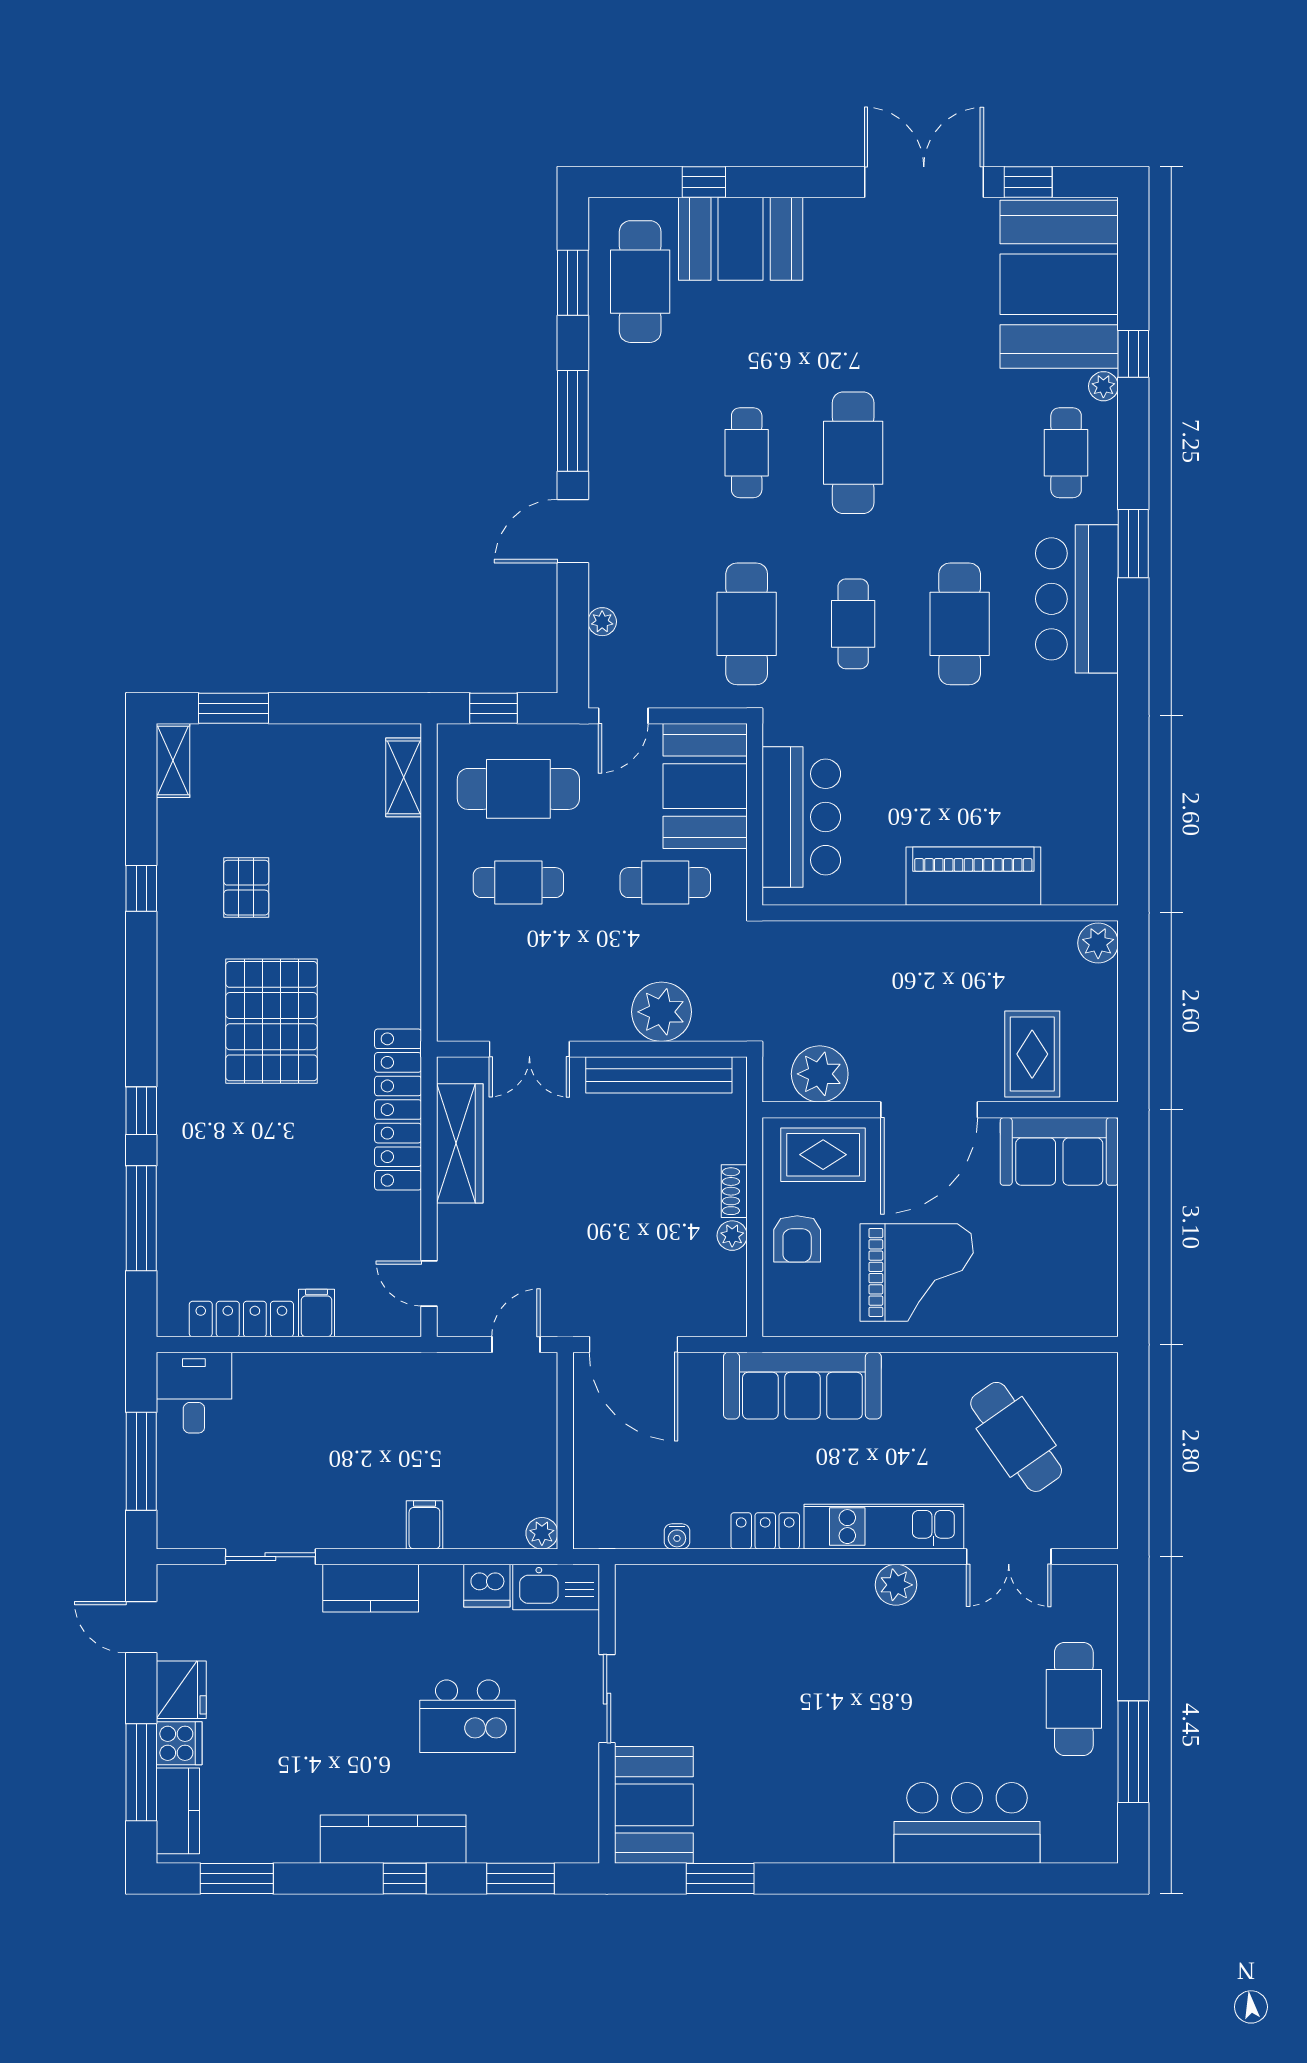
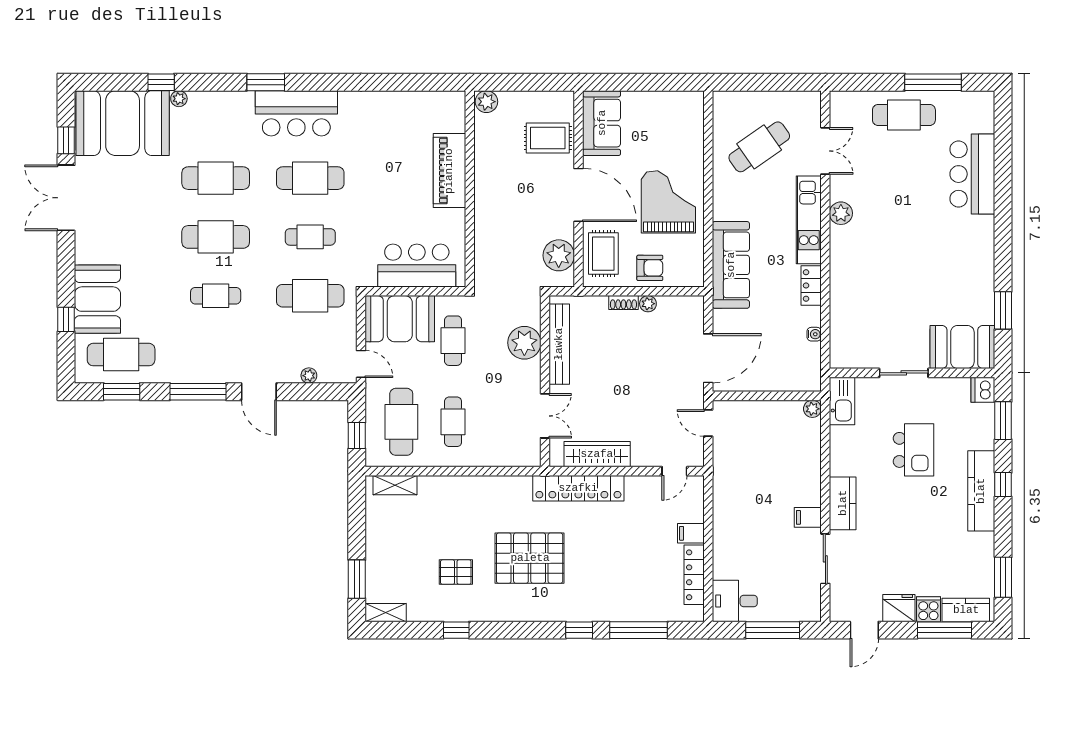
cafe table: (1066, 453) -> (216, 178), moved, width x1.37, depth x1.35
filing cabinet: (424, 1525) -> (808, 517), moved
dishwasher: (487, 1586) -> (983, 390), moved, turned 180

